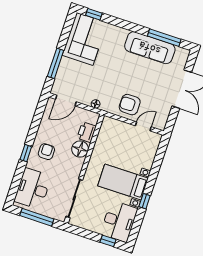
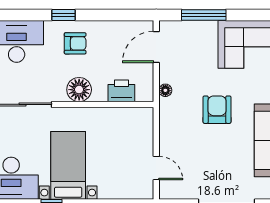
door: (66, 101) -> (156, 47), hinge flipped
armchair: (130, 105) -> (217, 110), moved
floor lamp: (80, 149) -> (79, 90), moved

